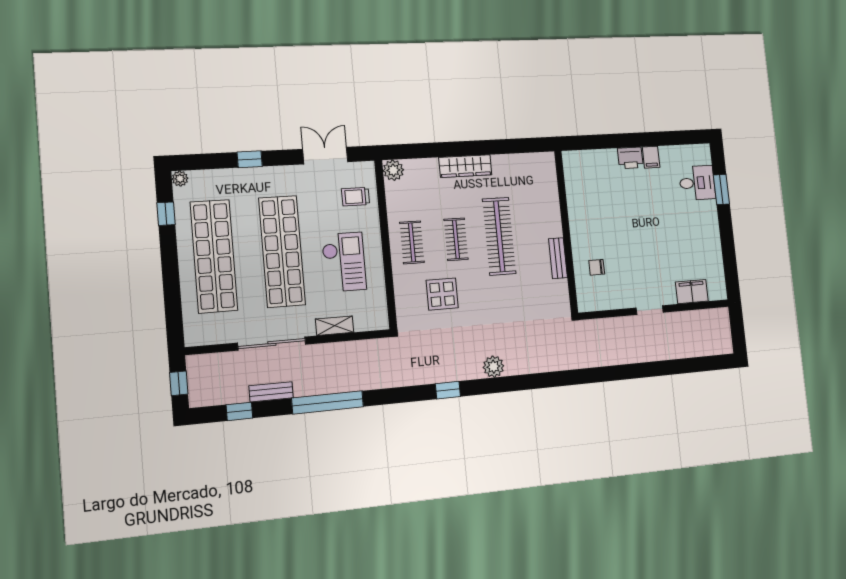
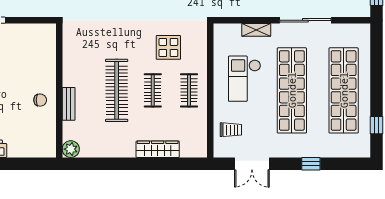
wardrobe: (465, 166) -> (158, 149), moved
plant: (393, 170) -> (71, 149), moved
plant: (180, 179) -> (364, 151), removed
bench: (558, 258) -> (69, 104), moved
chair: (597, 267) -> (40, 100), moved

